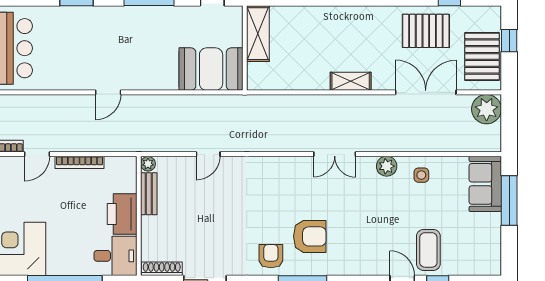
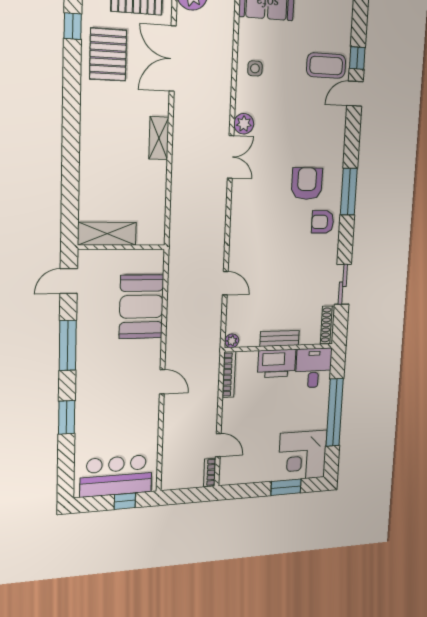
booth: (211, 69) -> (141, 307), moved
bookcase: (80, 162) -> (229, 375), moved
plant: (387, 166) -> (244, 124), moved
bench: (149, 194) -> (280, 338), moved

